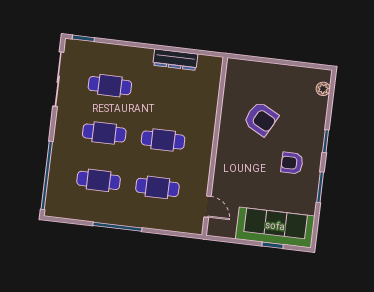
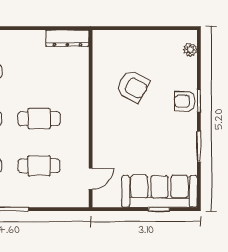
dresser: (175, 60) -> (67, 38), moved
armchair: (292, 163) -> (185, 101), moved
door: (208, 207) -> (91, 179), hinge flipped

